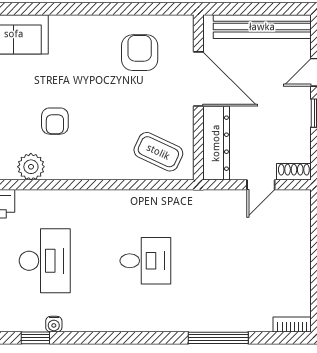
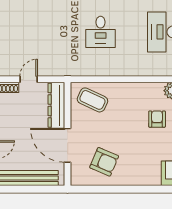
armchair: (140, 53) -> (104, 162), turned -67
desk: (145, 261) -> (101, 32), turned -90

